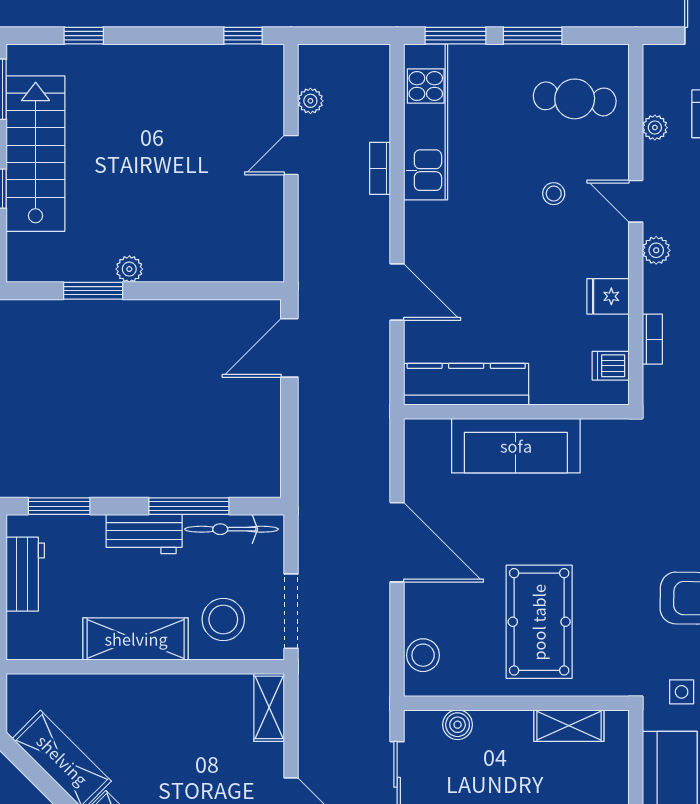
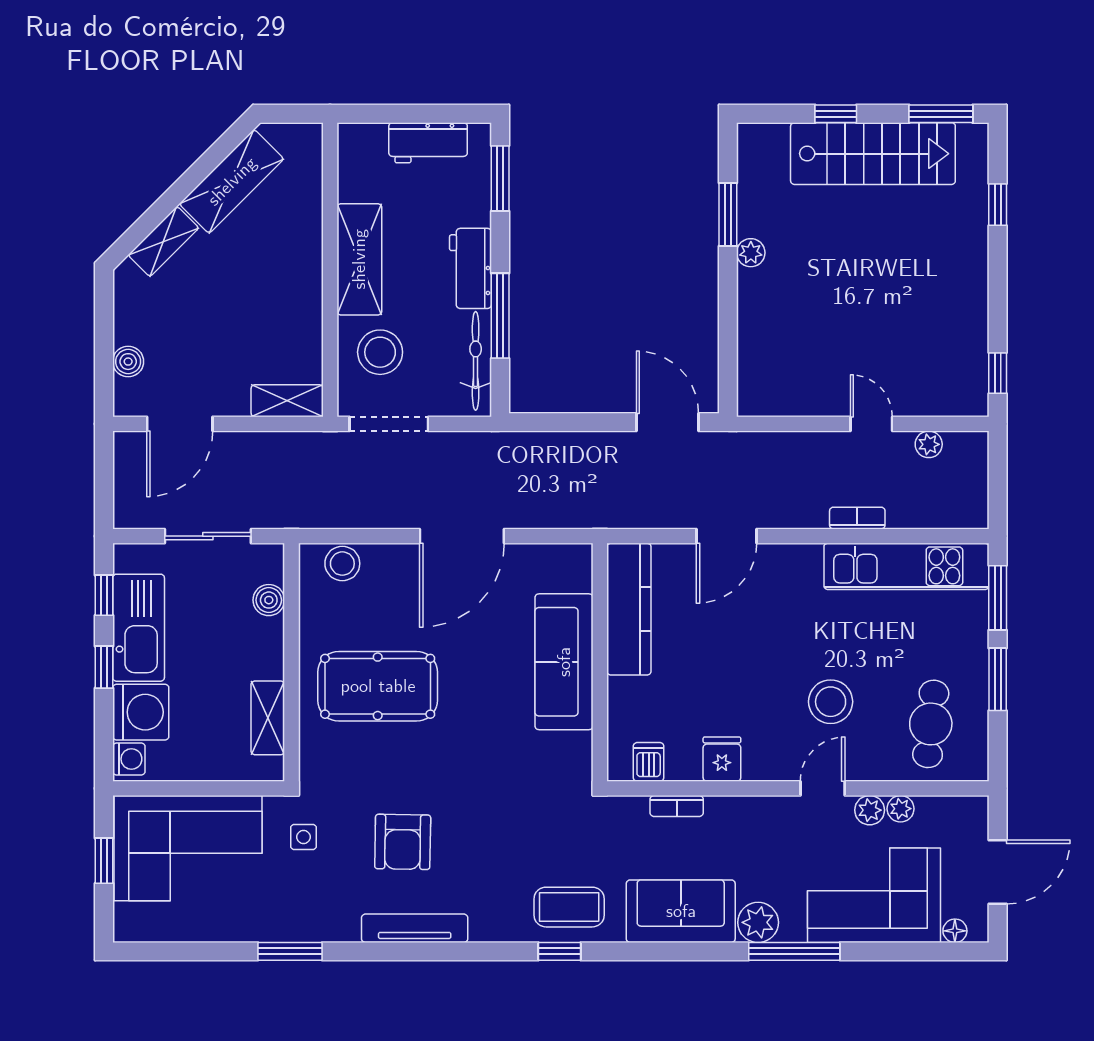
stool: (554, 194) -> (831, 702), width x1.89, depth x1.89
plant: (656, 250) -> (870, 810), moved

